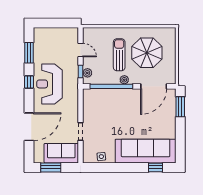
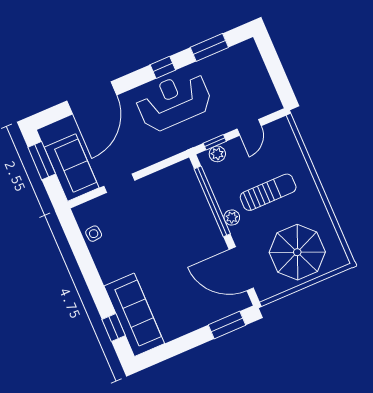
parasol: (147, 53) -> (297, 252), moved
door: (29, 127) -> (92, 98), hinge flipped
sofa: (146, 151) -> (134, 315), width x0.74, depth x0.79

